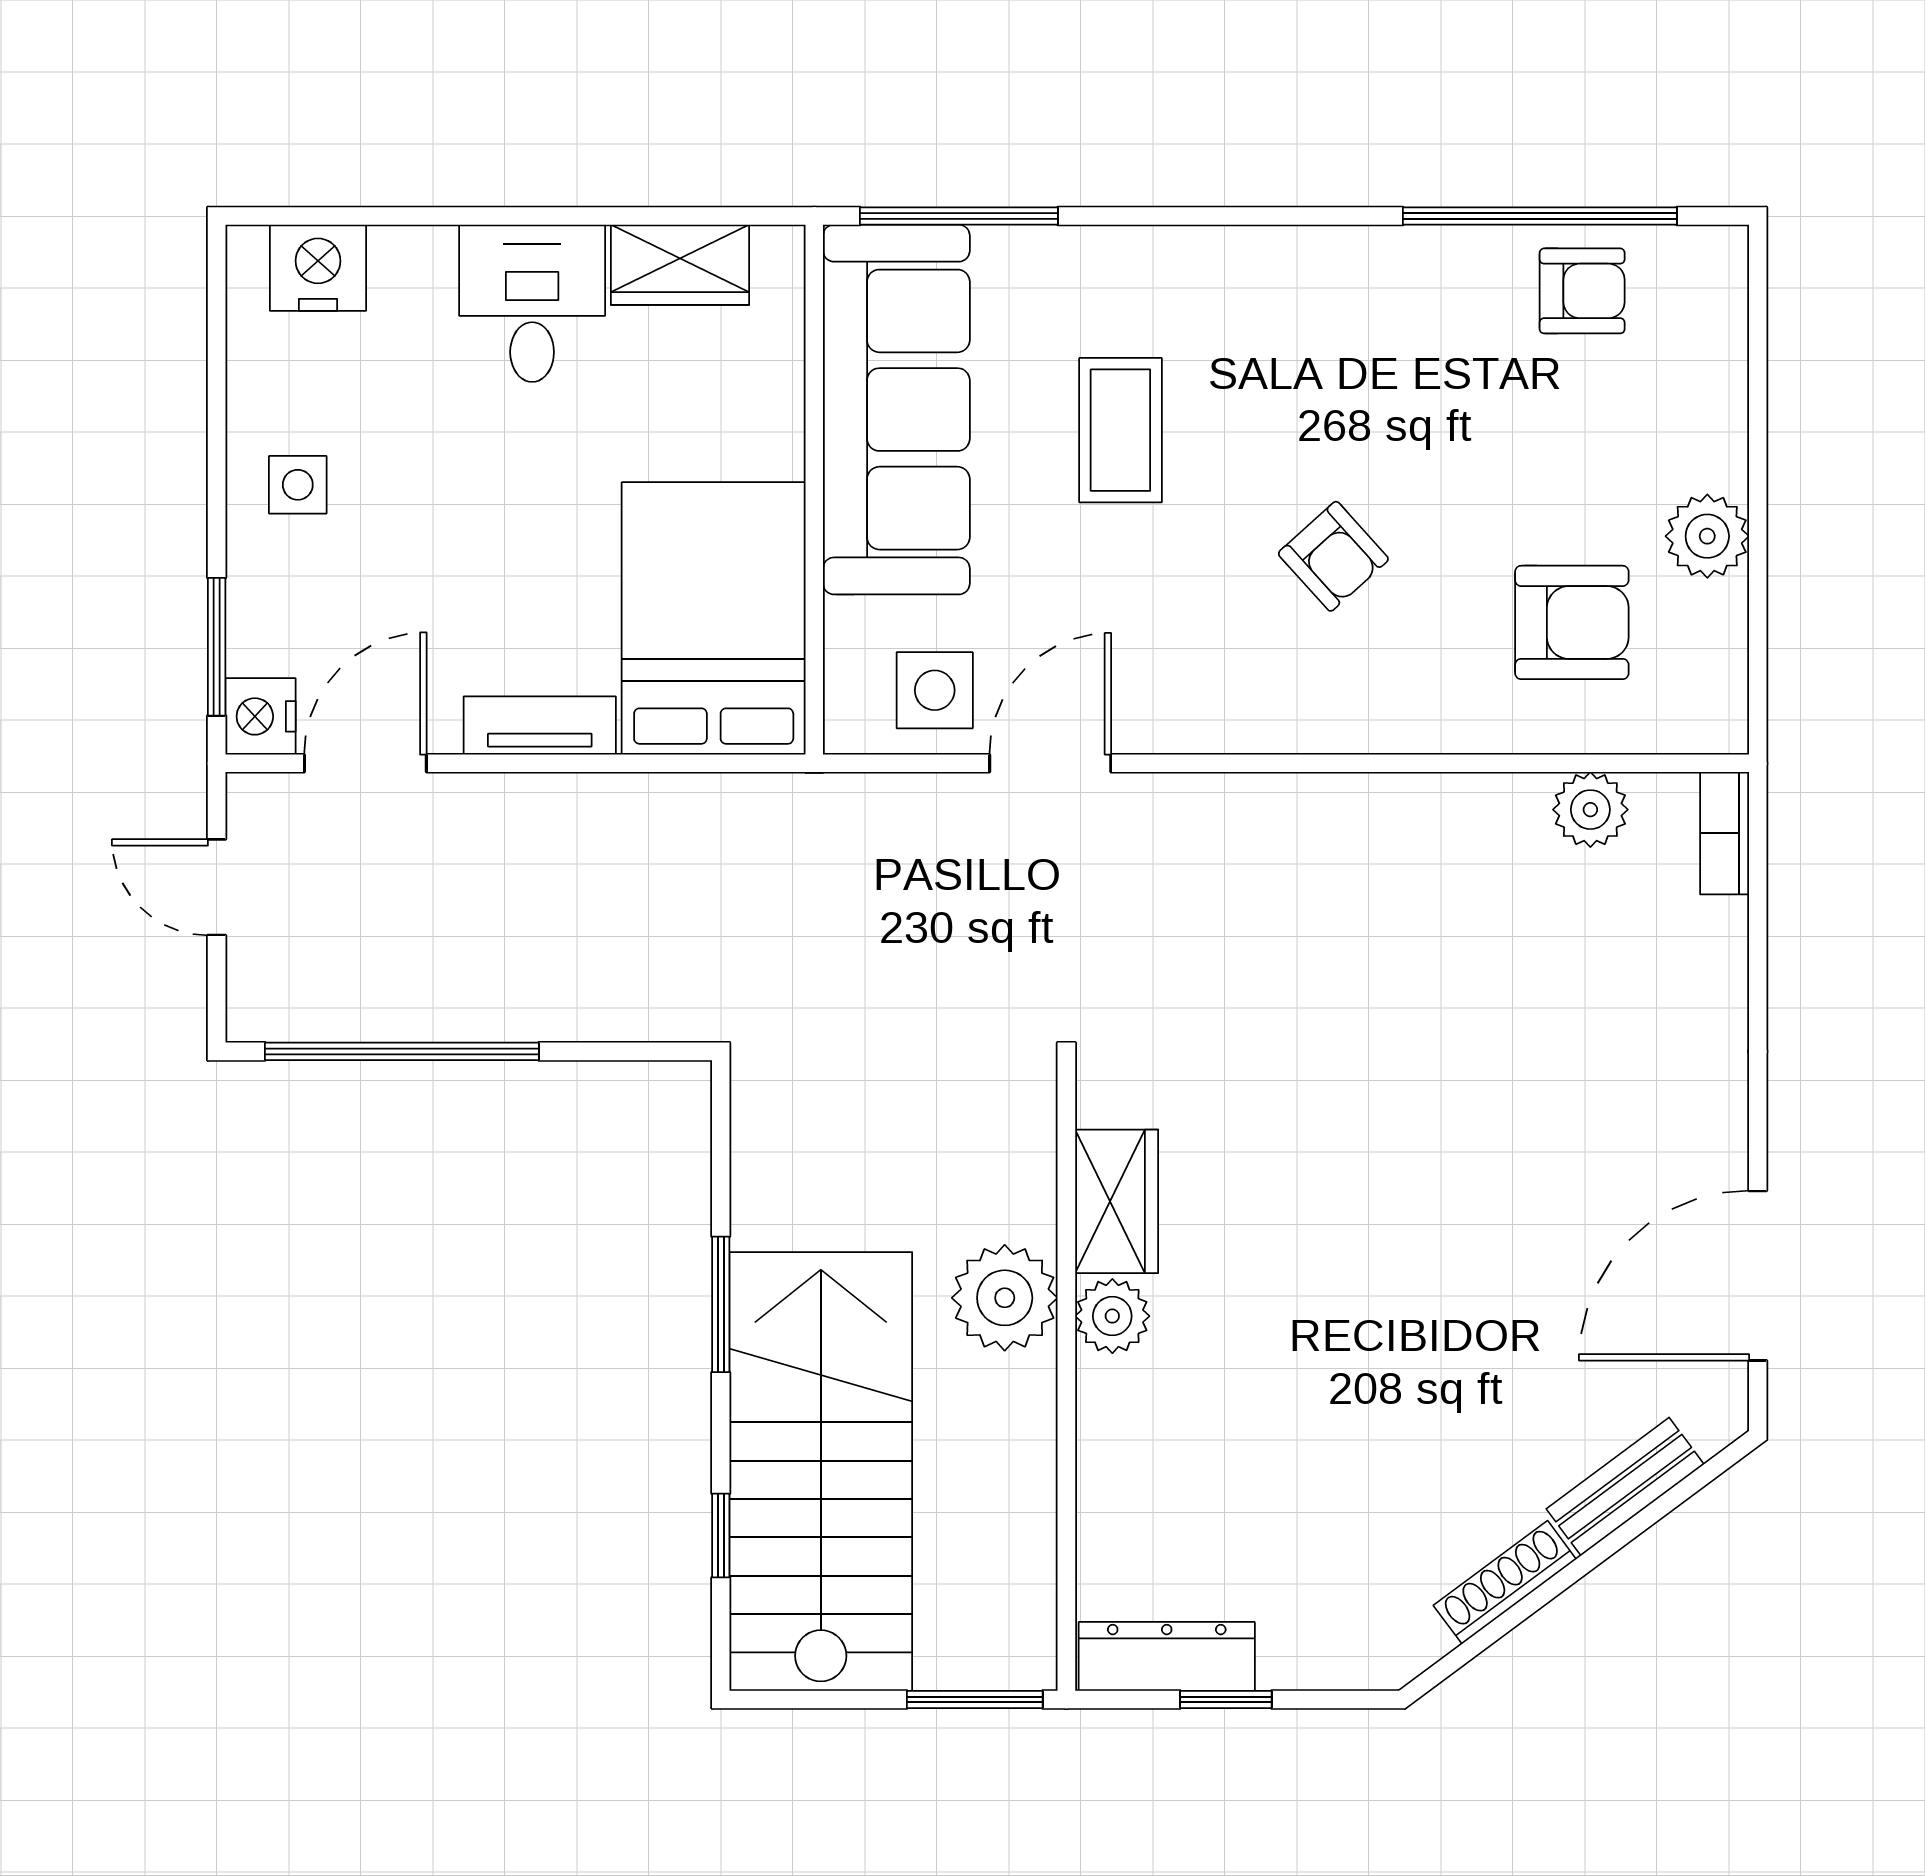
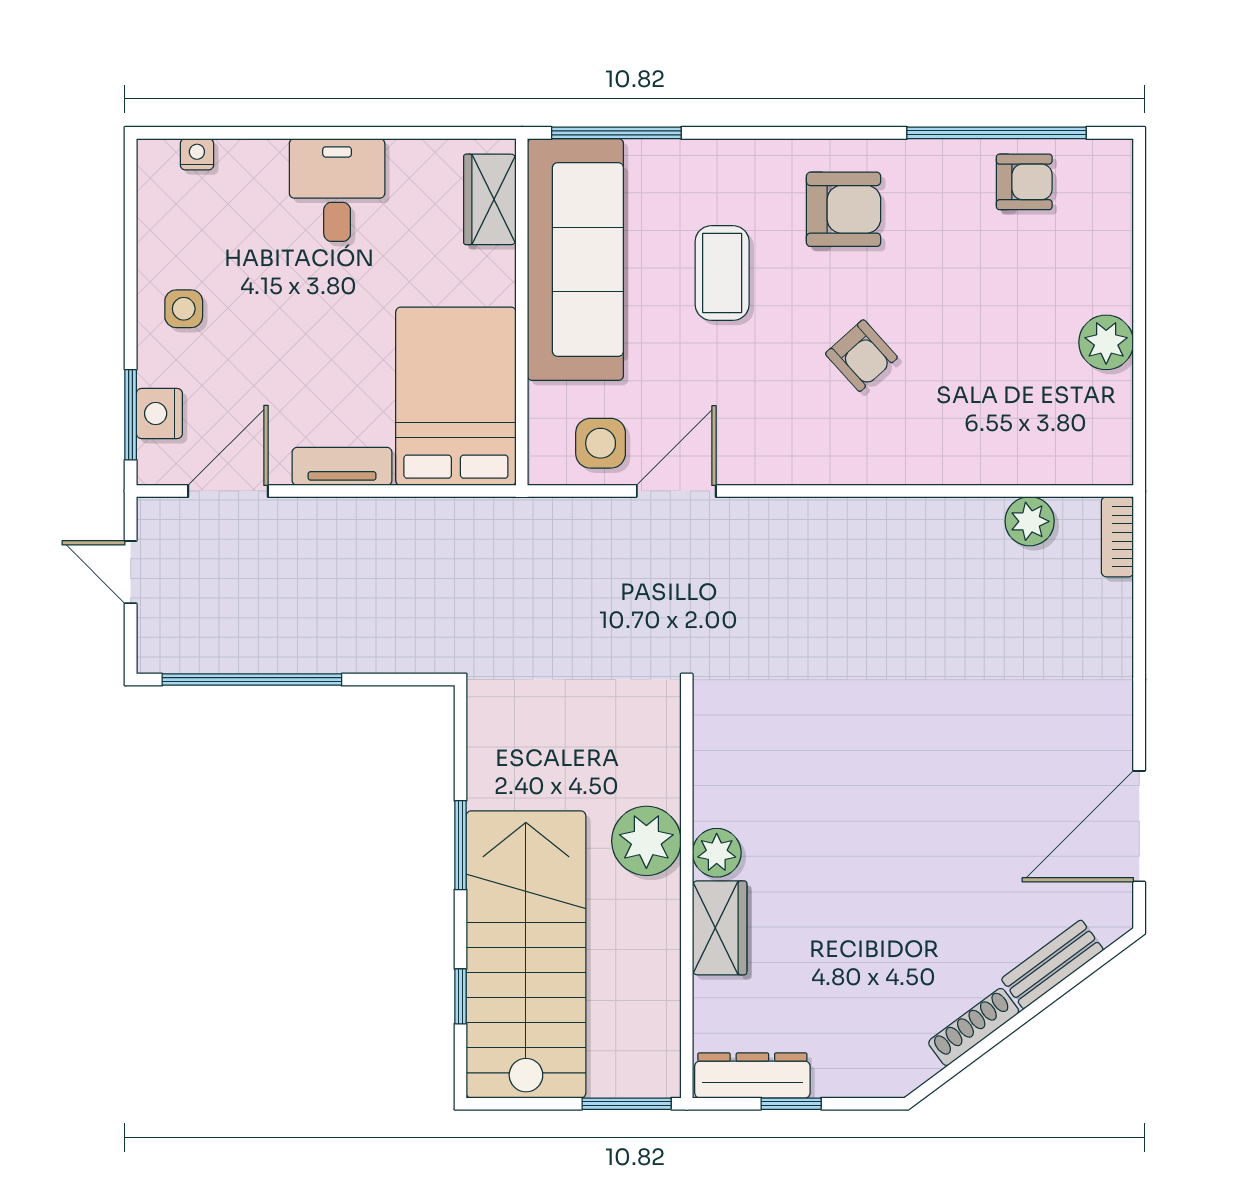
wardrobe: (680, 265) -> (490, 199), moved, turned 90
nightstand: (318, 268) -> (197, 154), width x0.53, depth x0.56
armchair: (1572, 622) -> (844, 209), moved
nightstand: (260, 716) -> (159, 414), moved
wardrobe: (1117, 1201) -> (720, 928), moved

